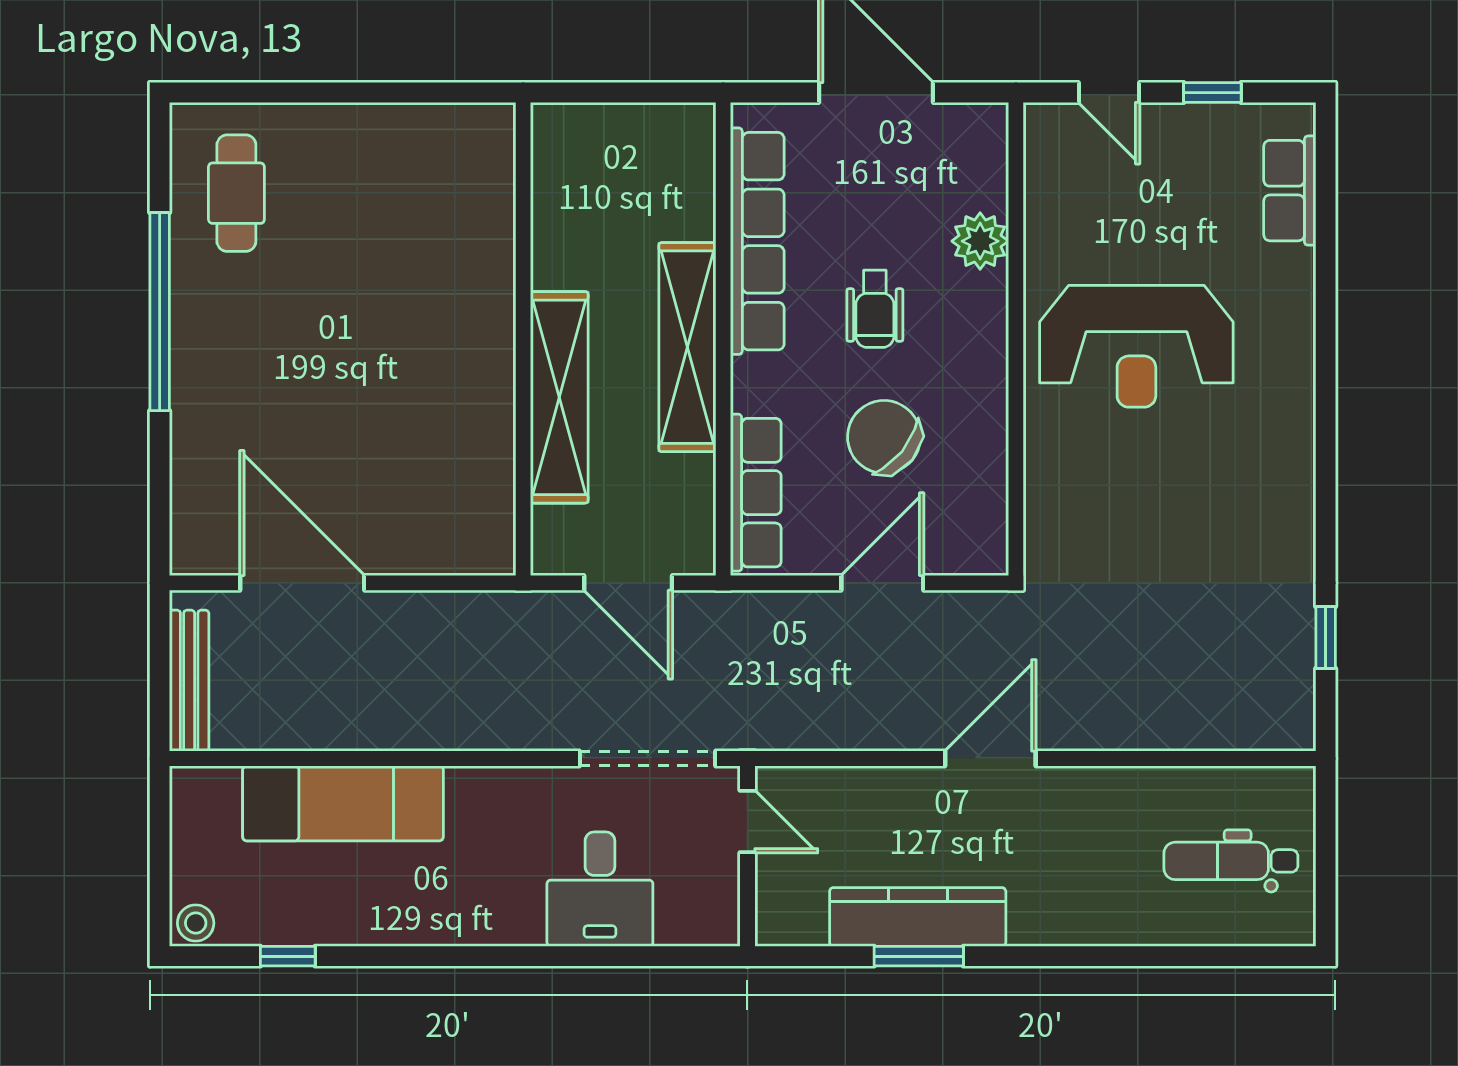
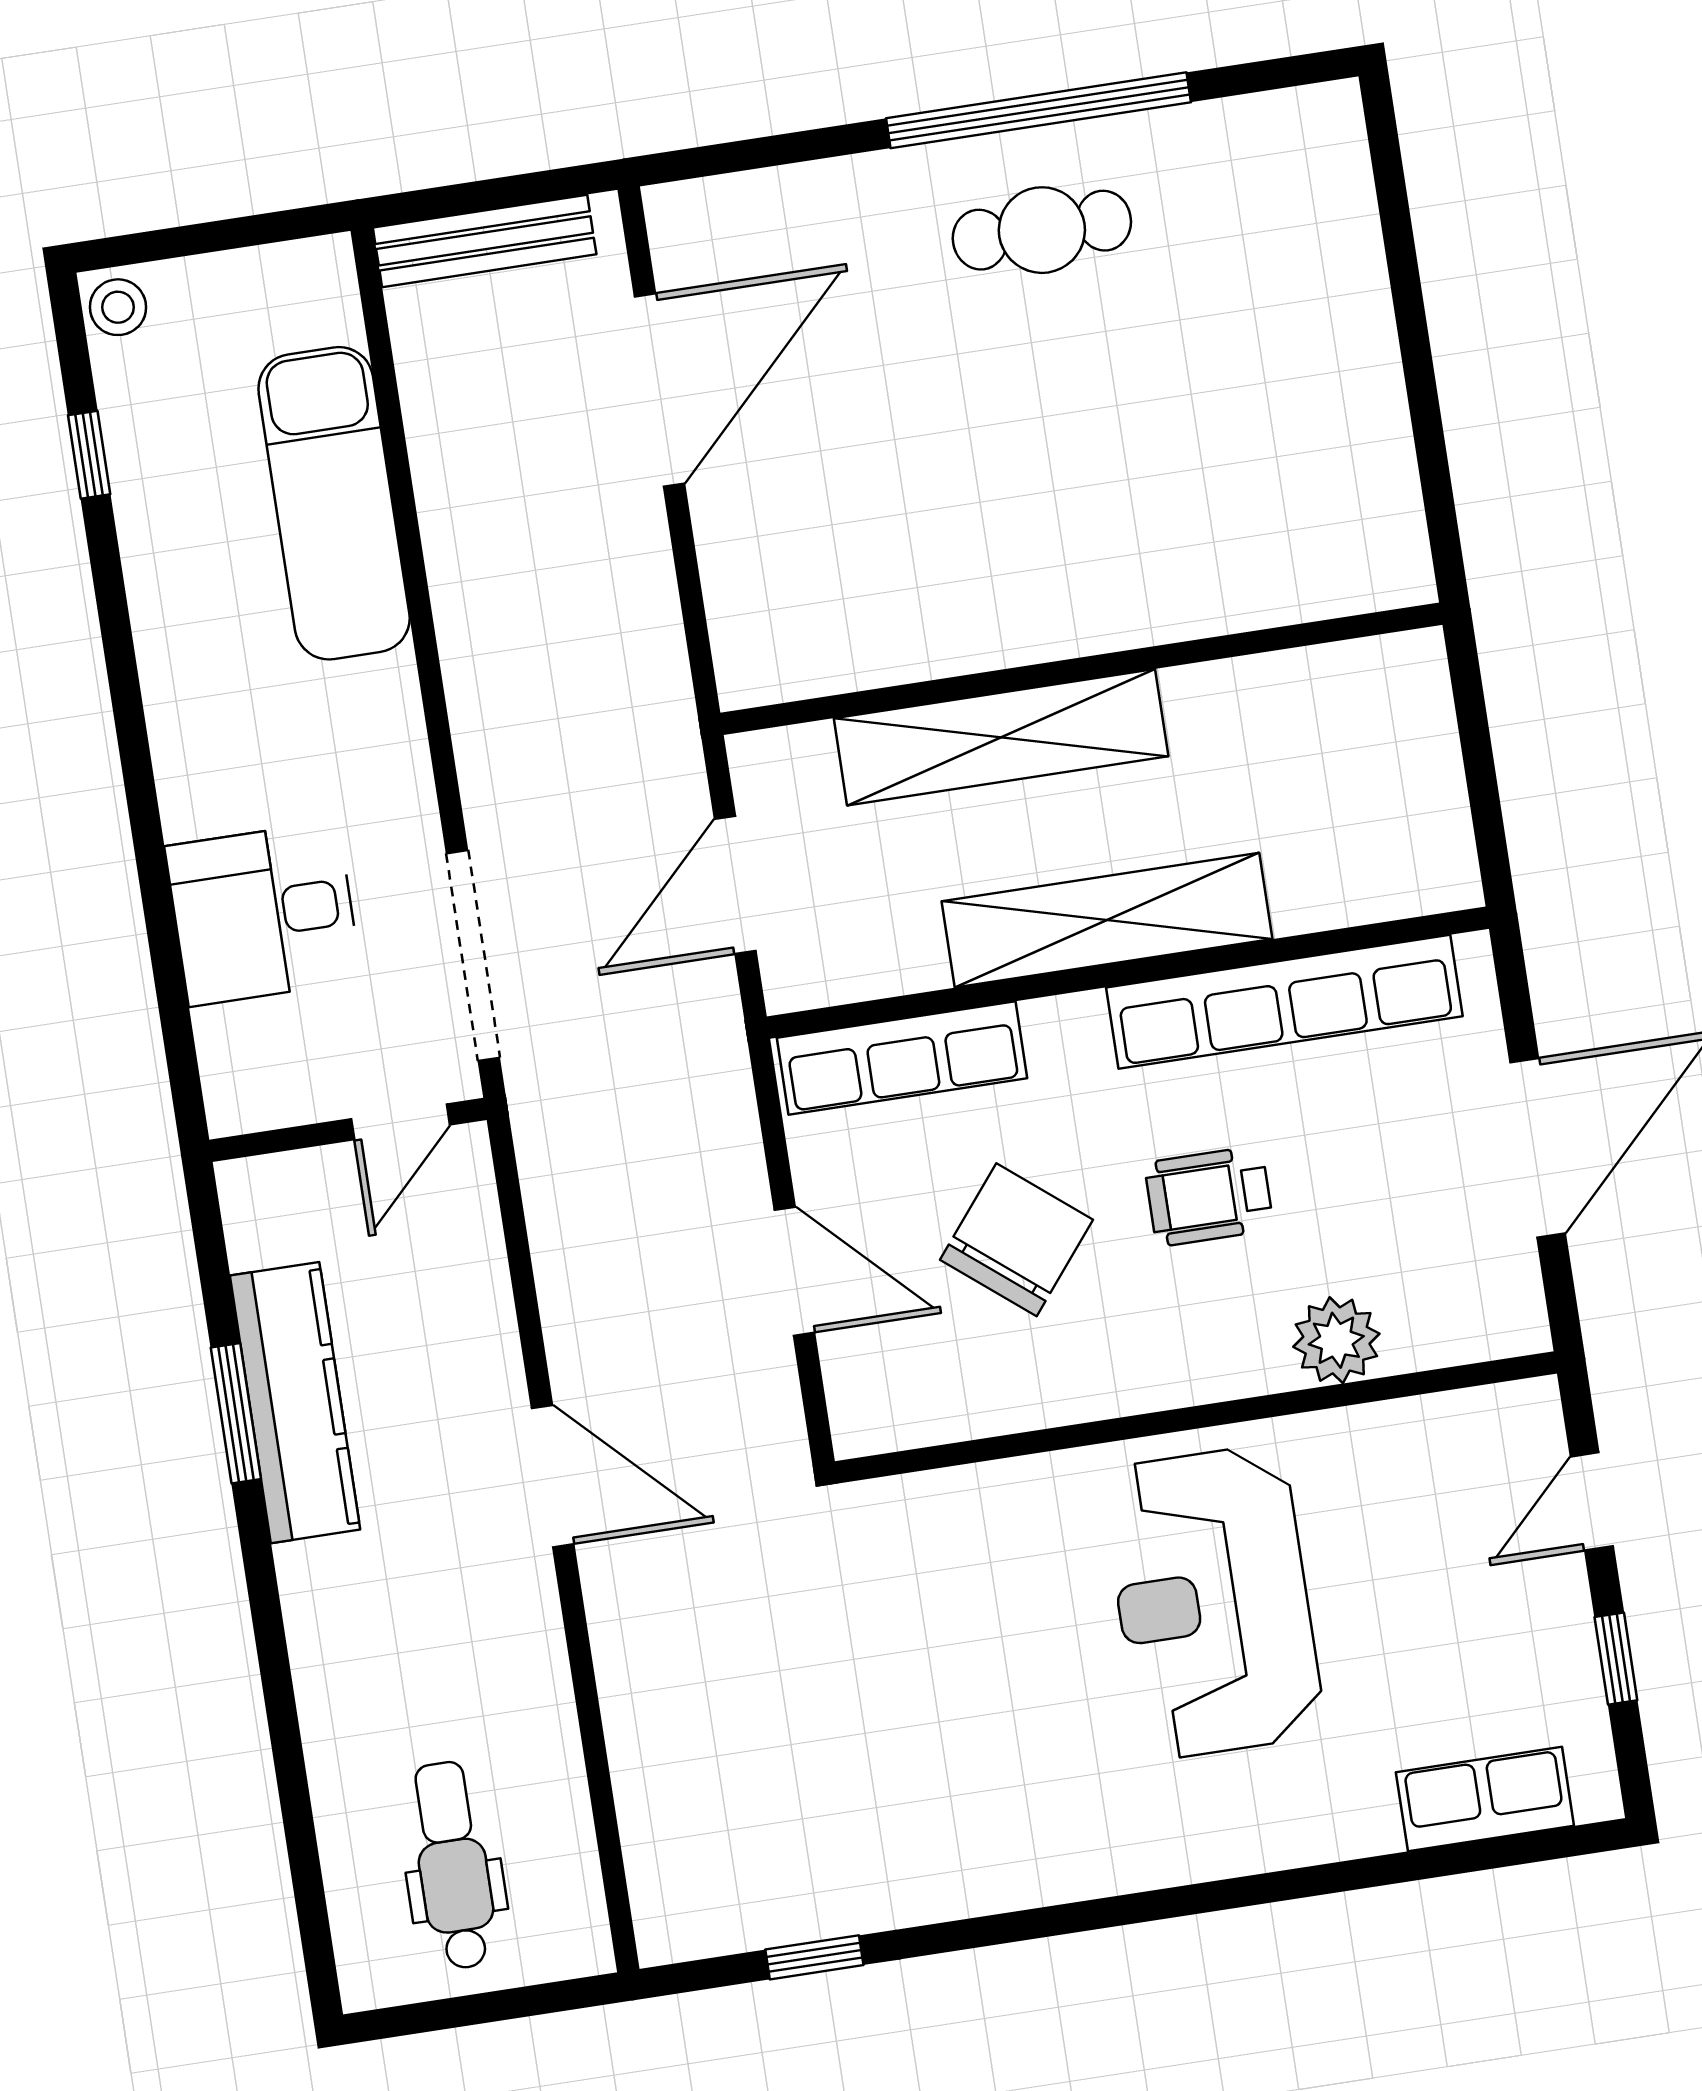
cafe table: (236, 193) -> (1042, 230), moved

